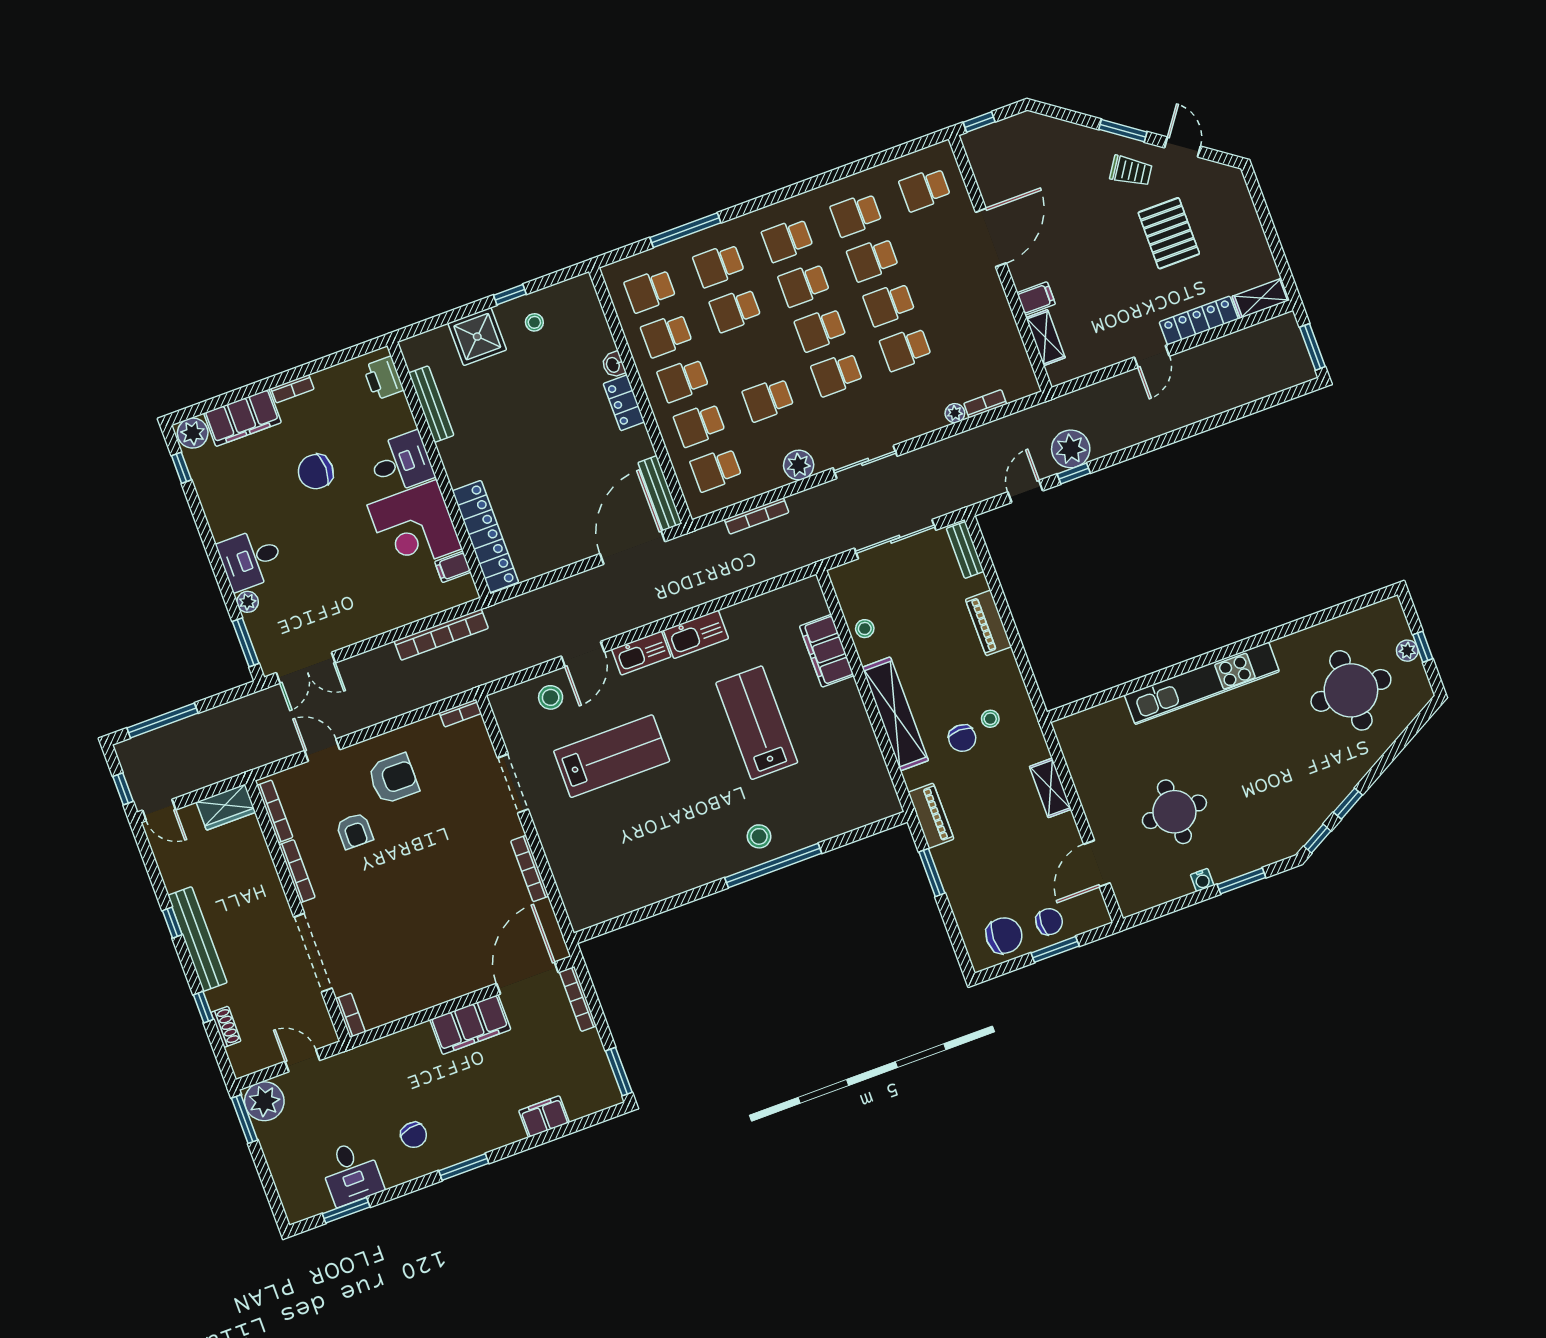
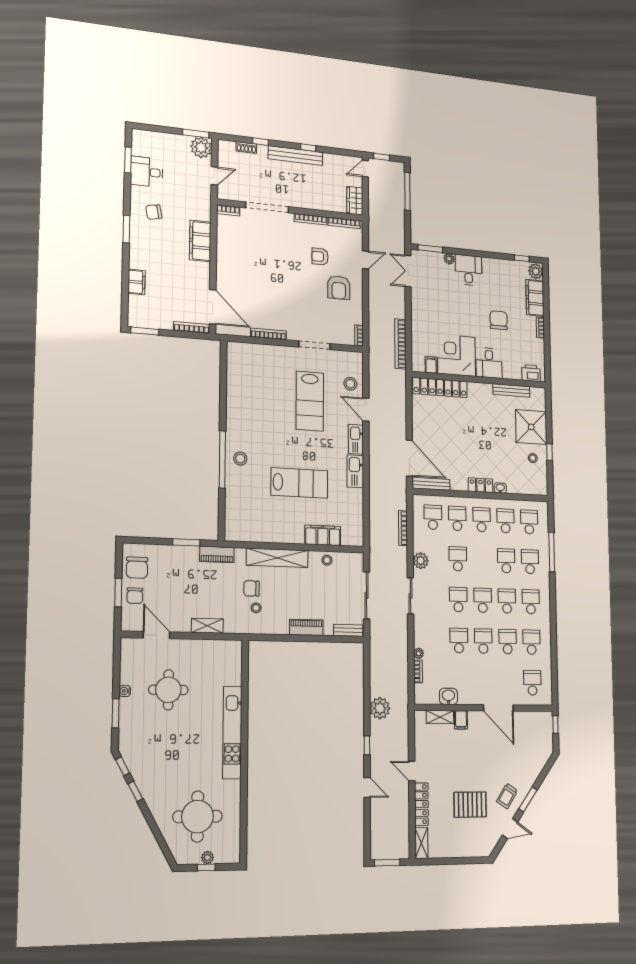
washbasin: (1006, 335) -> (448, 696), added
shower: (477, 337) -> (531, 427), width x1.37, depth x1.37
window: (1074, 474) -> (367, 745), moved
door: (1025, 491) -> (367, 787), moved
filing cabinet: (470, 1025) -> (200, 241), moved

